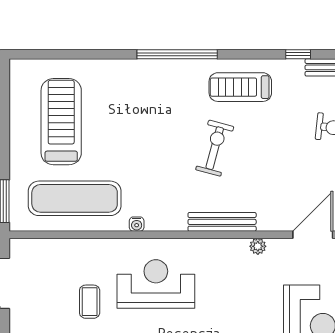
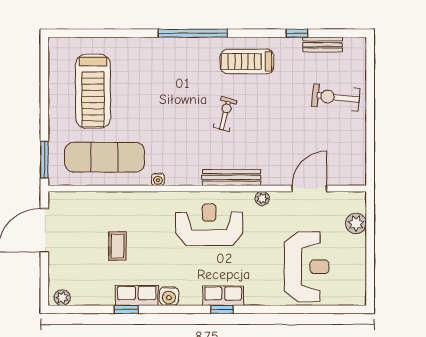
treadmill: (61, 122) -> (93, 91), turned 180
exercise bike: (215, 148) -> (225, 114), width x0.73, depth x0.72
reception desk: (156, 284) -> (209, 225), moved

